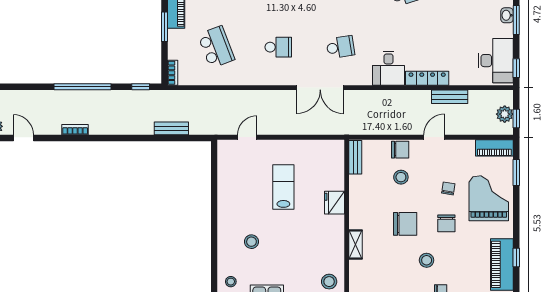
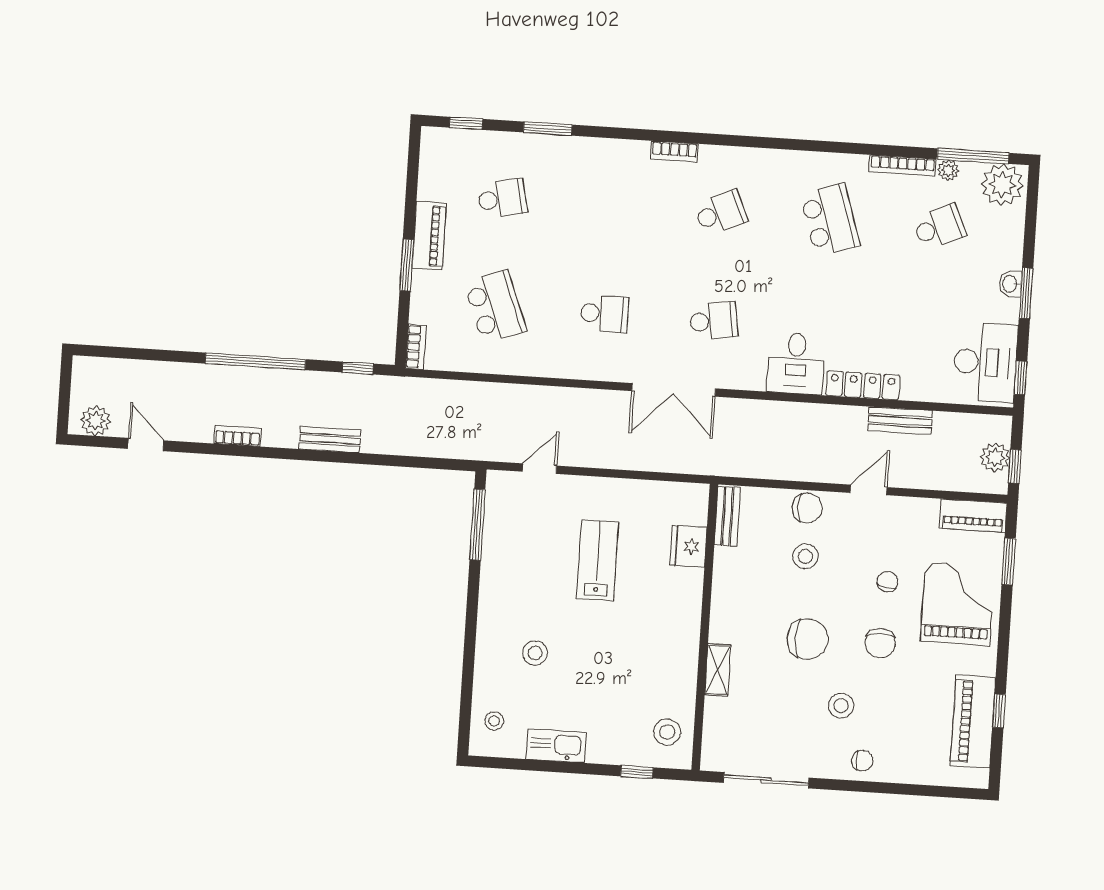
bench: (171, 128) -> (330, 440), moved
window: (214, 171) -> (477, 525), added
fridge: (334, 203) -> (689, 546), moved

